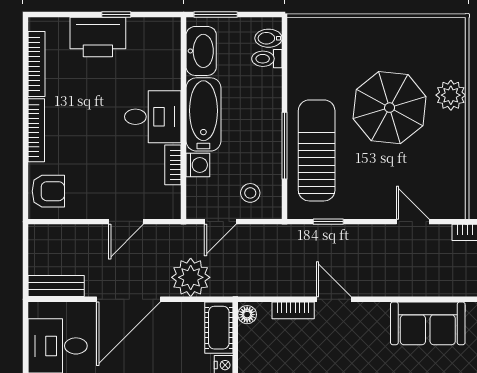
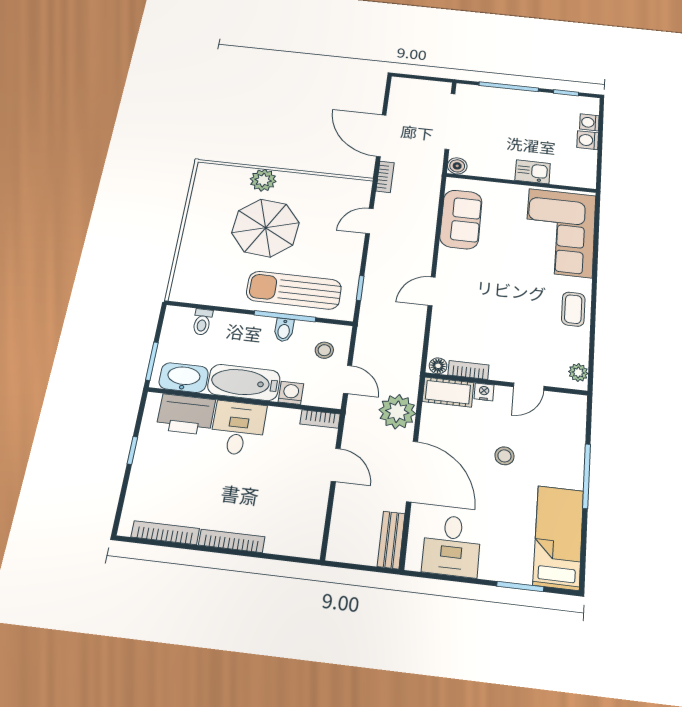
printer: (98, 37) -> (186, 414), moved, turned 90
bidet: (268, 38) -> (284, 330), moved
bookcase: (173, 165) -> (320, 419), moved
armchair: (48, 191) -> (295, 536), removed
bookcase: (293, 310) -> (468, 370), moved, turned -90

